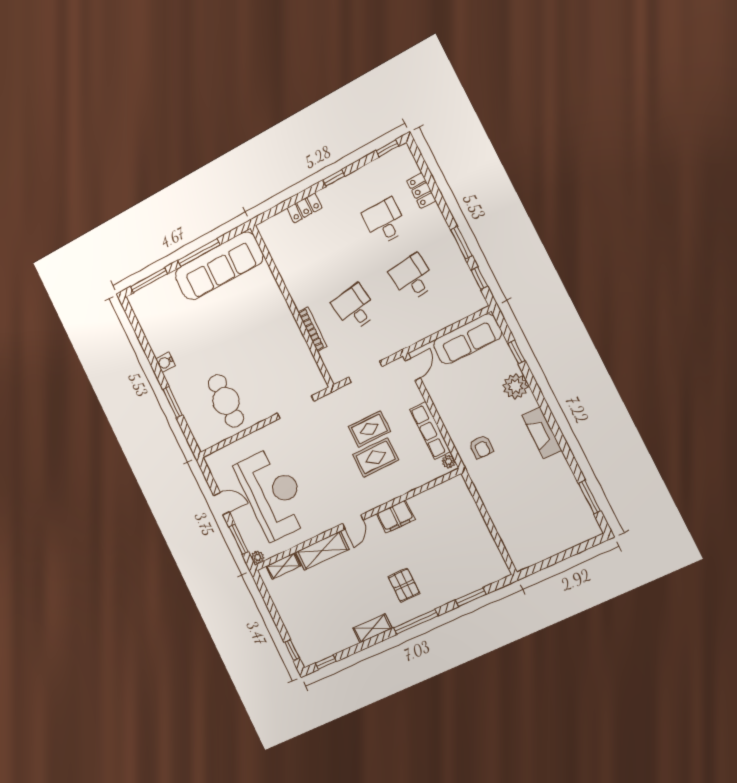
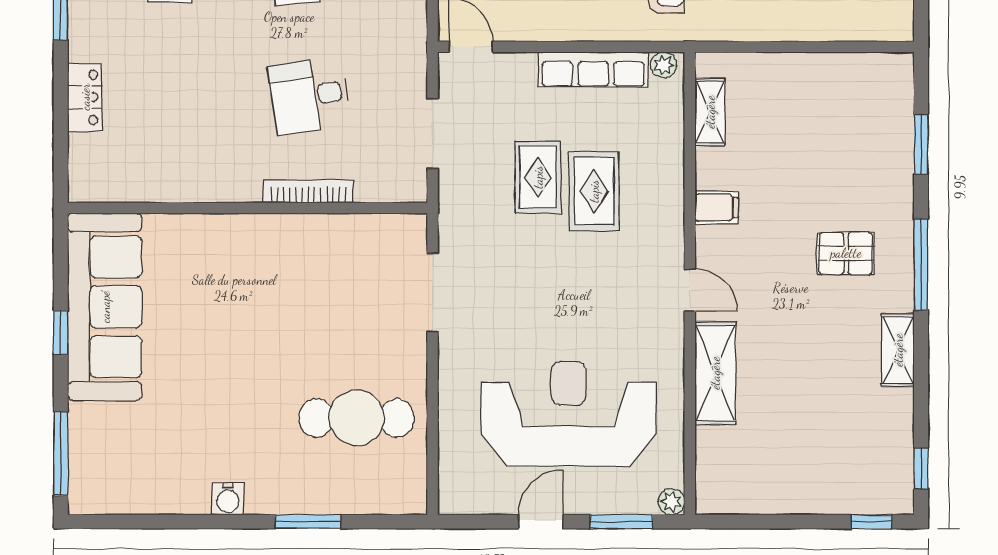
window: (199, 253) -> (61, 332), width x0.46
filing cabinet: (396, 517) -> (717, 208), width x0.50
shelving: (283, 566) -> (710, 112), moved

